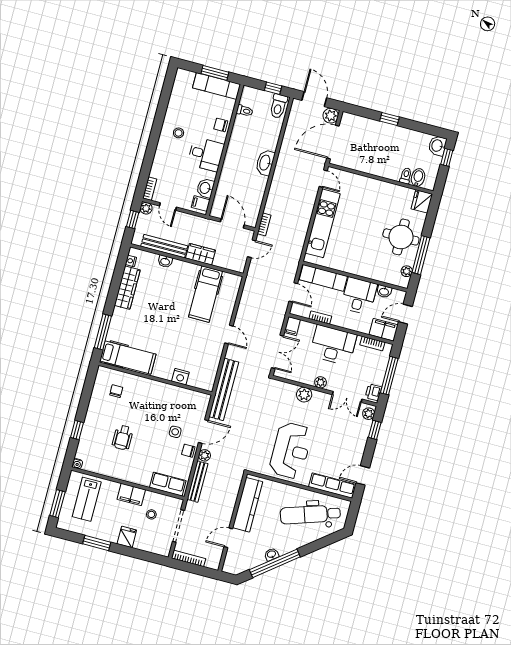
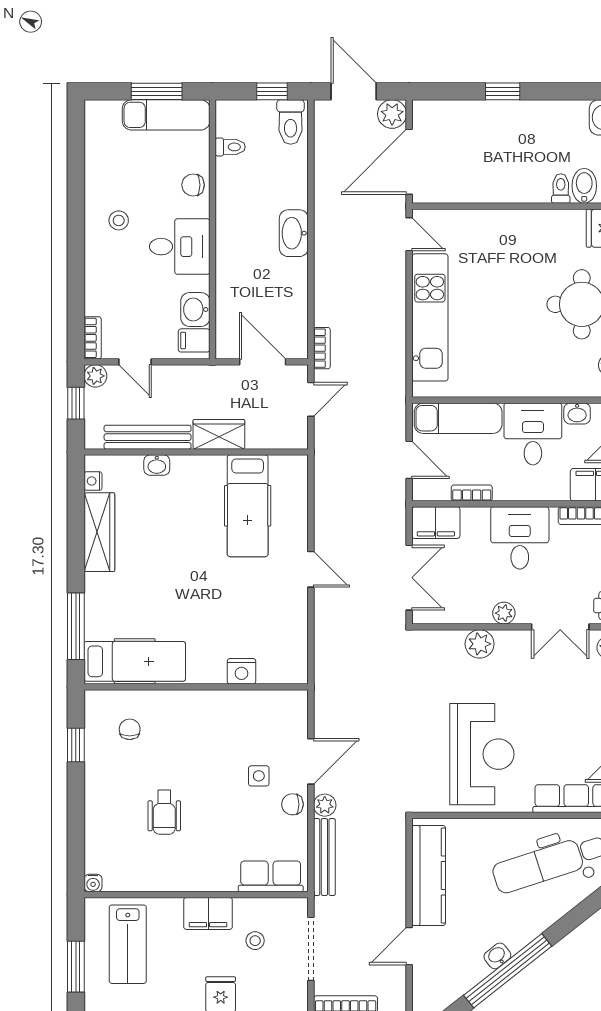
filing cabinet: (292, 326) -> (436, 523), width x2.00
desk: (333, 345) -> (520, 538), width x0.73
bench: (224, 389) -> (328, 673), removed
window: (77, 430) -> (76, 745), moved

